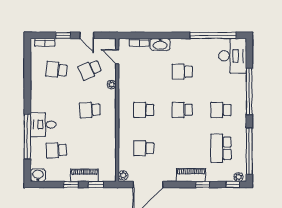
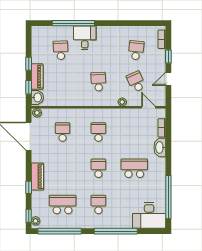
door: (117, 57) -> (148, 107), hinge flipped
school desk: (182, 72) -> (134, 168), width x1.85
washbasin: (38, 175) -> (37, 97), moved

